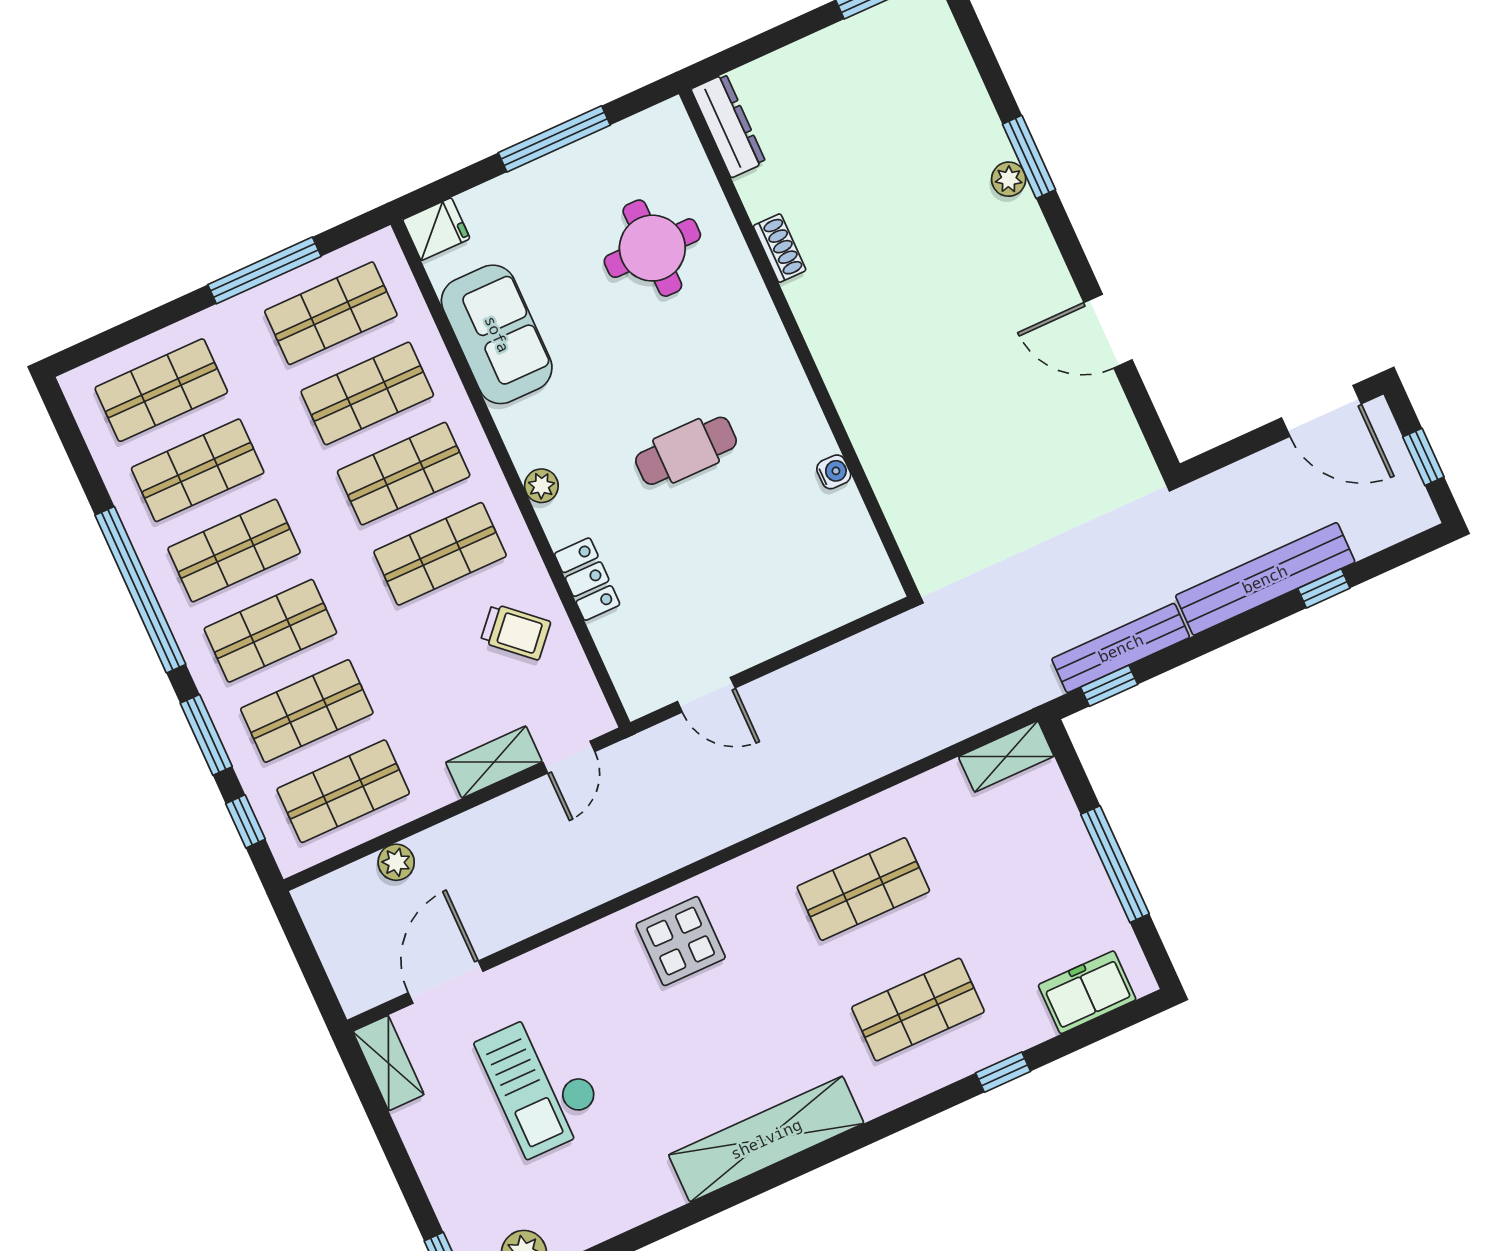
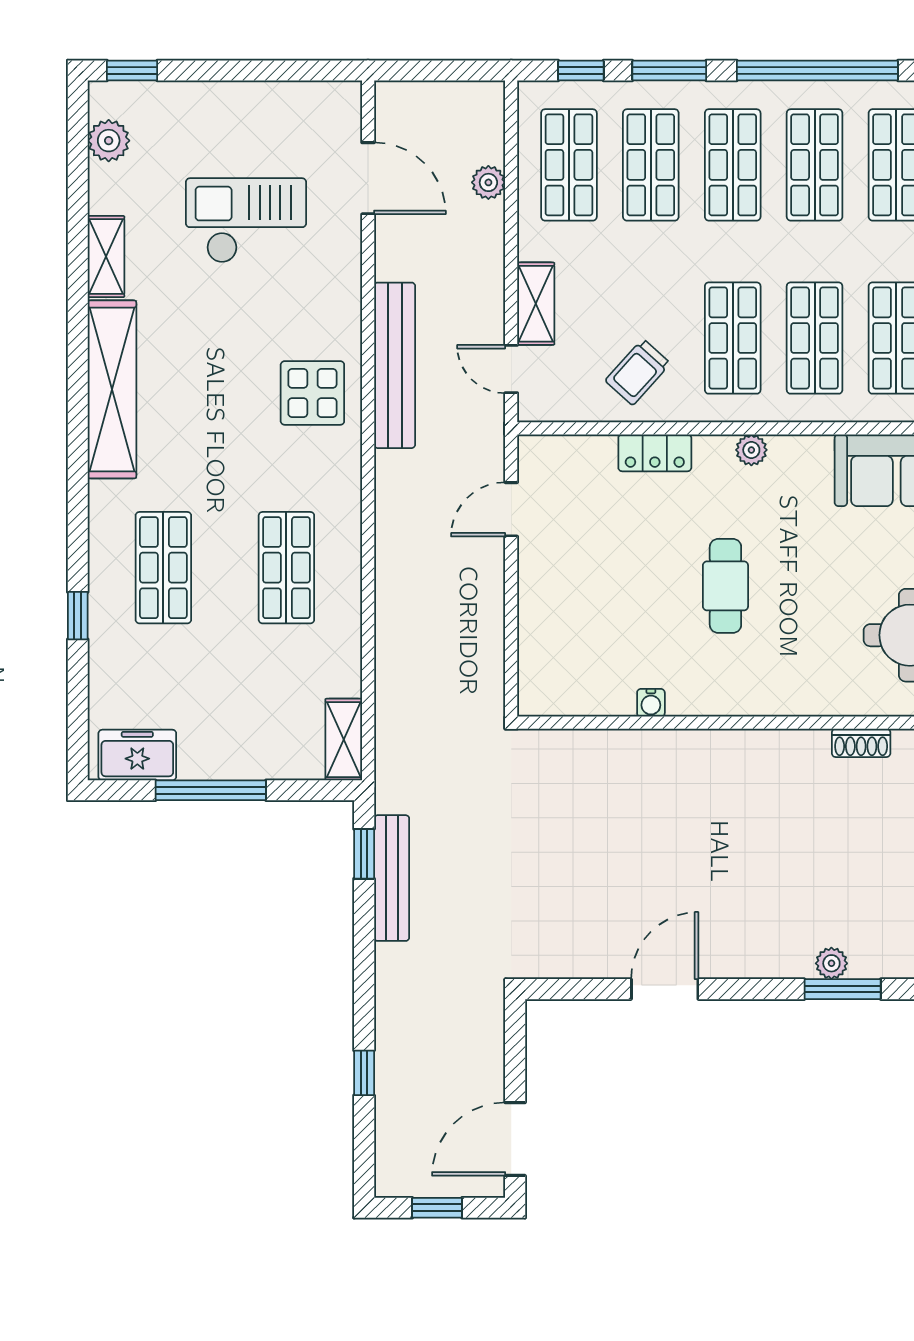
bench: (1265, 579) -> (395, 365), moved
freezer: (1087, 992) -> (137, 755), moved, turned -90
shelving: (388, 1063) -> (106, 257), moved, turned 90

